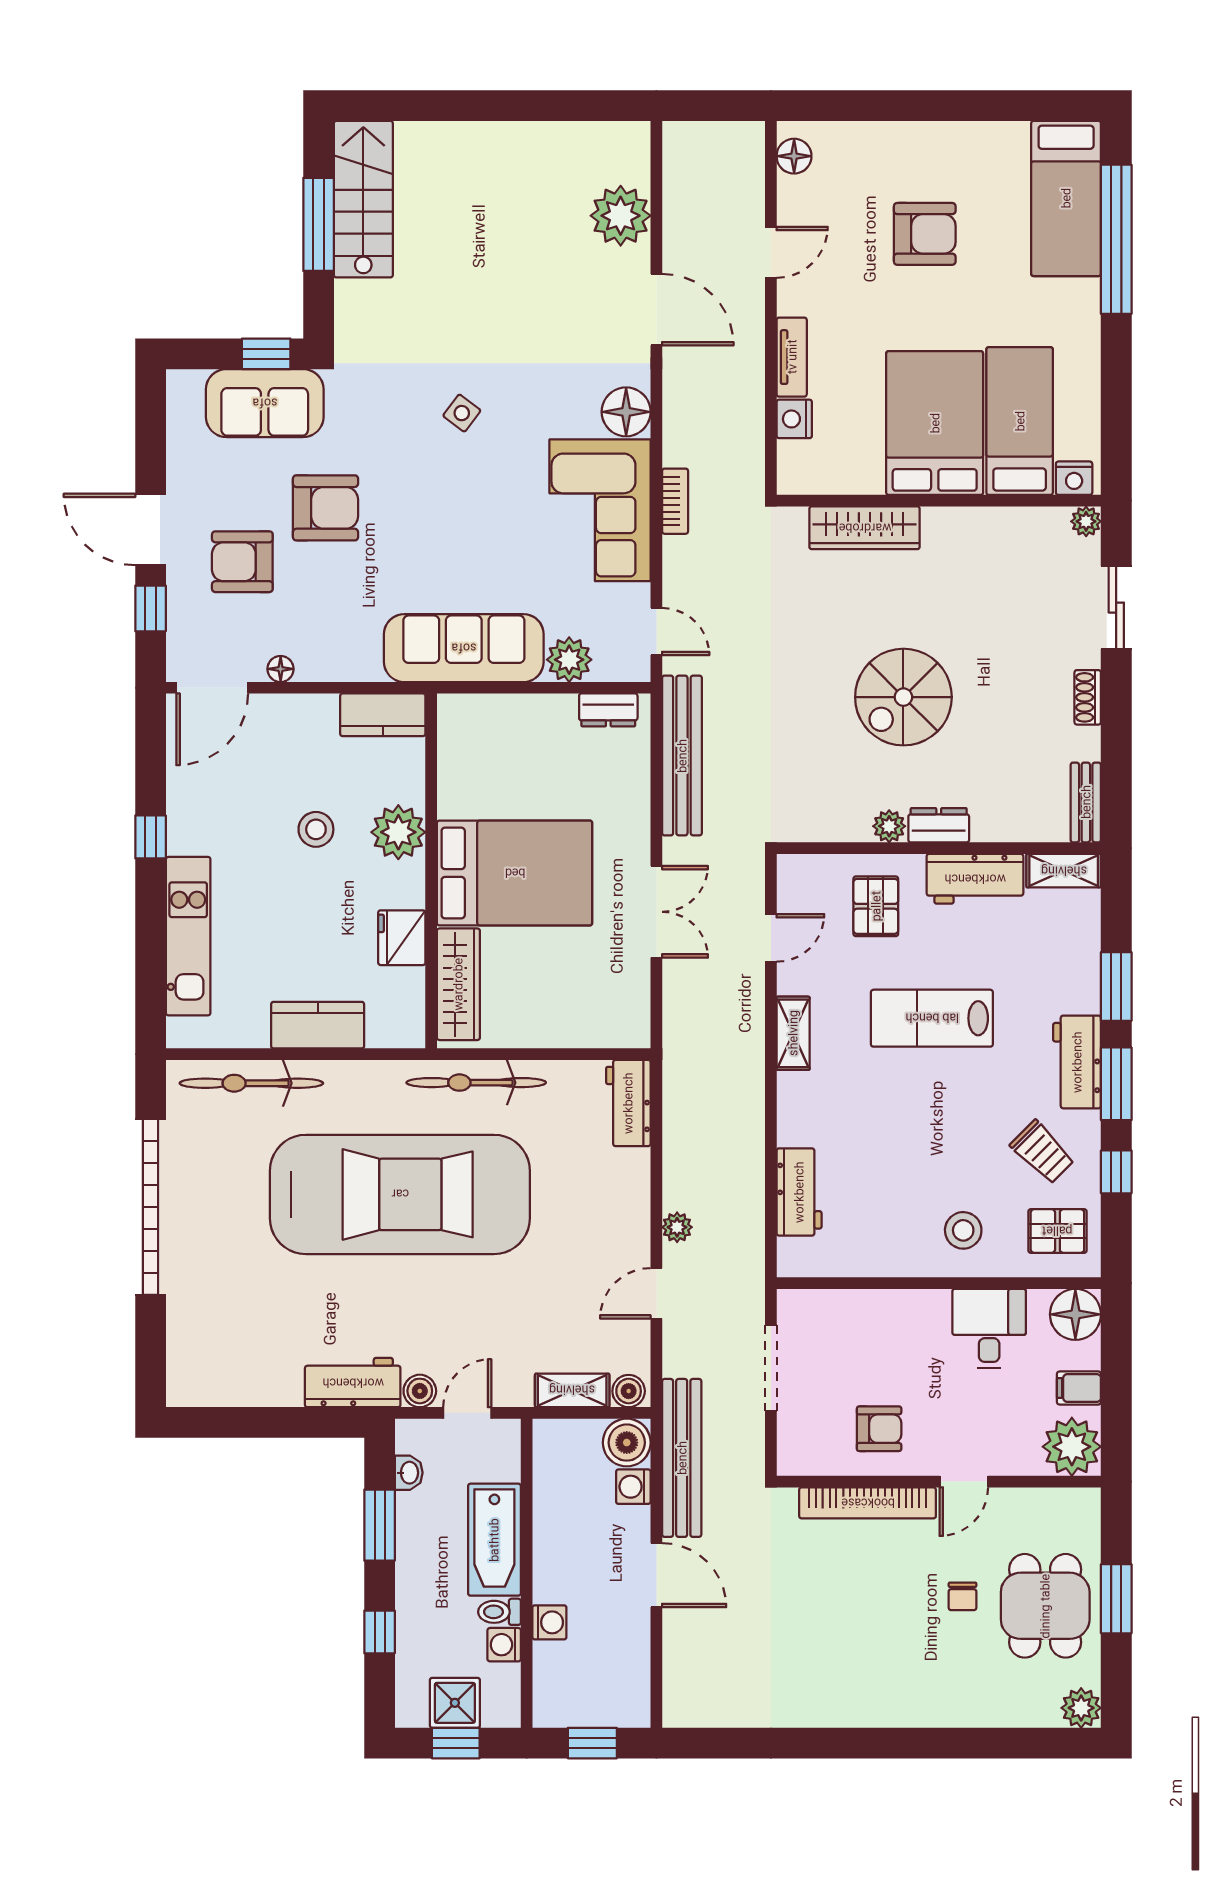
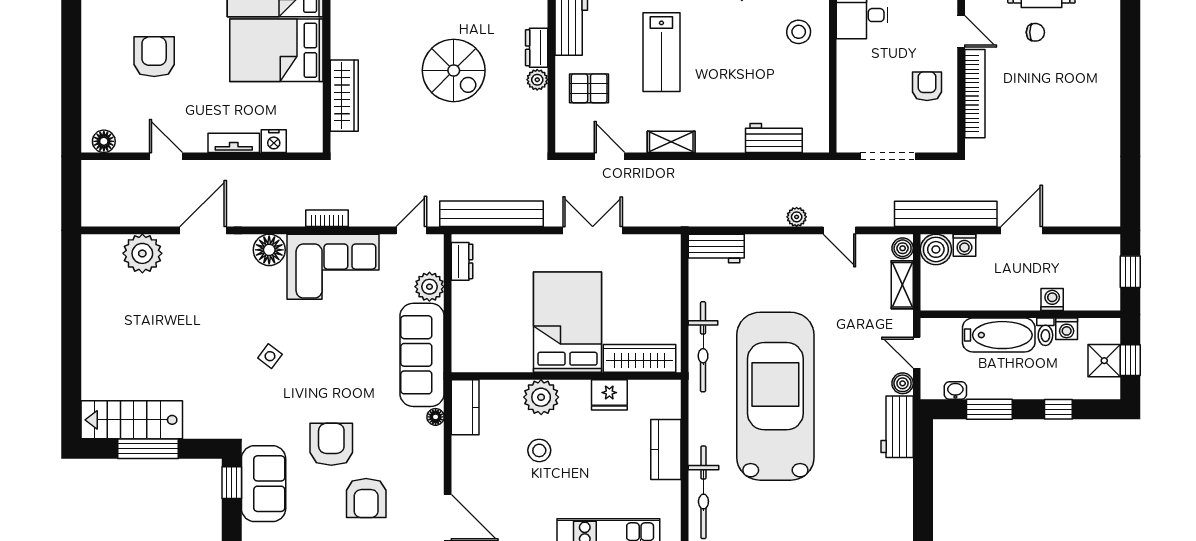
floor lamp: (281, 669) -> (436, 417), moved

